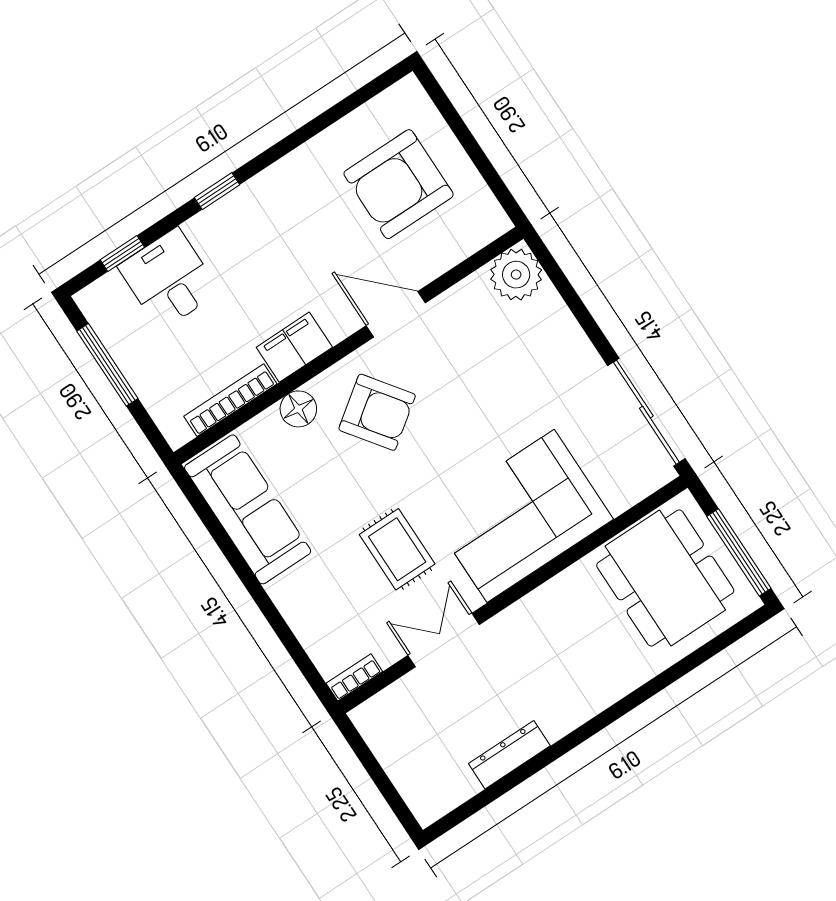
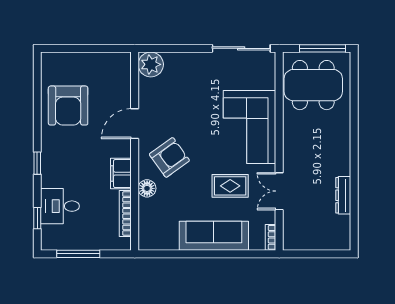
armchair: (399, 184) -> (68, 106), moved
sofa: (248, 509) -> (214, 236), moved

